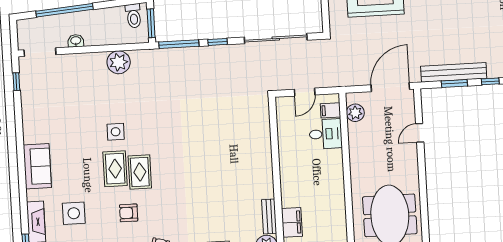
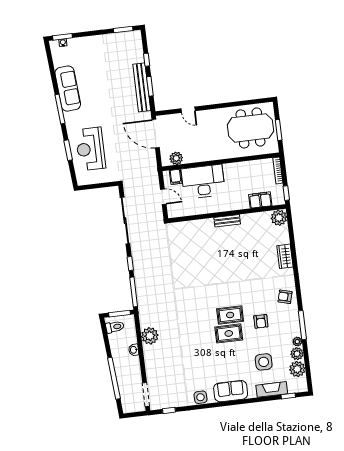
washbasin: (76, 41) -> (134, 350), moved
side table: (116, 132) -> (200, 397), moved
desk: (326, 134) -> (203, 182), width x1.87, depth x1.30
bench: (269, 216) -> (227, 221), moved

